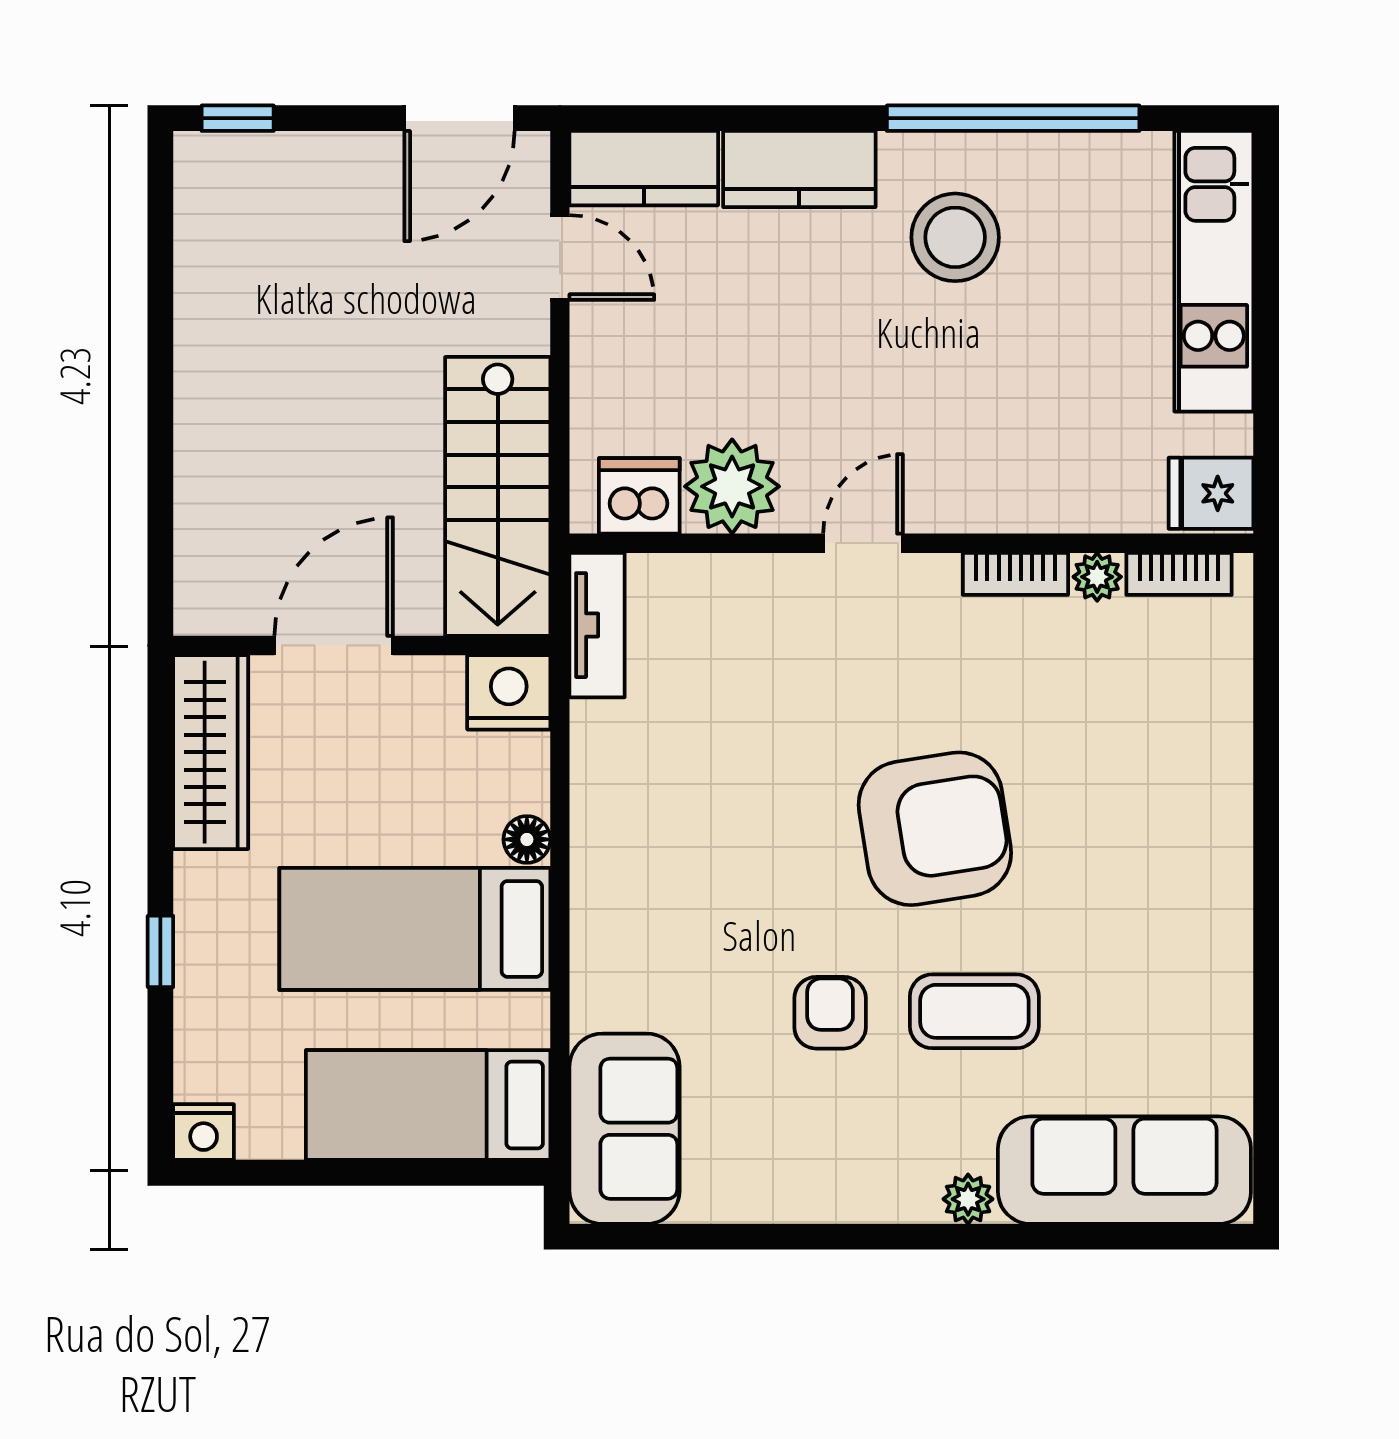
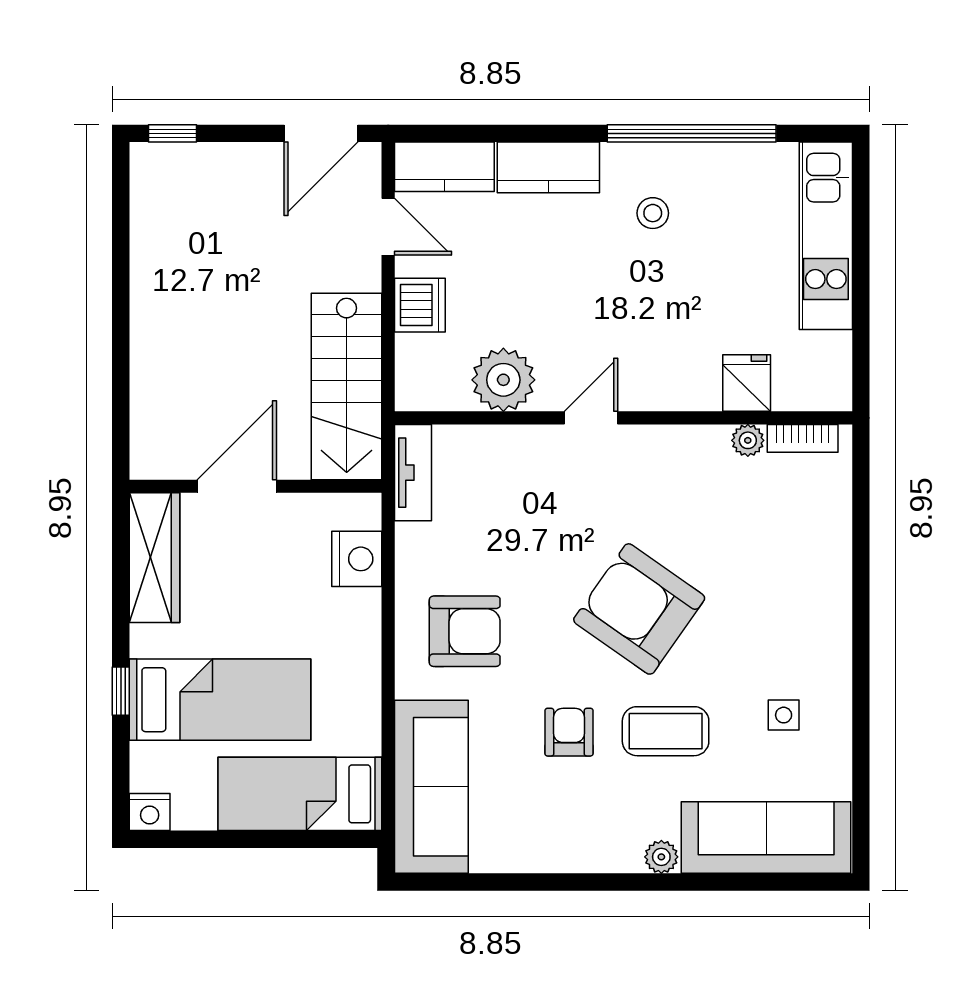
stool: (955, 237) -> (653, 213), width x0.53, depth x0.53
fridge: (1211, 493) -> (747, 383), moved, turned 90
dishwasher: (639, 496) -> (420, 305), moved, turned 90
bookcase: (1015, 574) -> (693, 438), removed
nightstand: (509, 692) -> (357, 559), moved, turned 90
armchair: (935, 829) -> (639, 609), turned -136
floor lamp: (527, 839) -> (366, 616), removed
armchair: (674, 862) -> (465, 631), added
bed: (415, 929) -> (220, 700), moved, turned 180
side table: (1151, 987) -> (784, 715), added
sofa: (625, 1129) -> (431, 787), width x1.36

